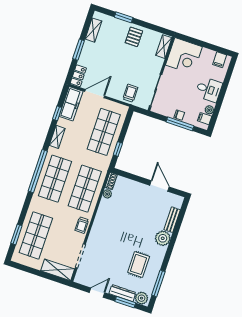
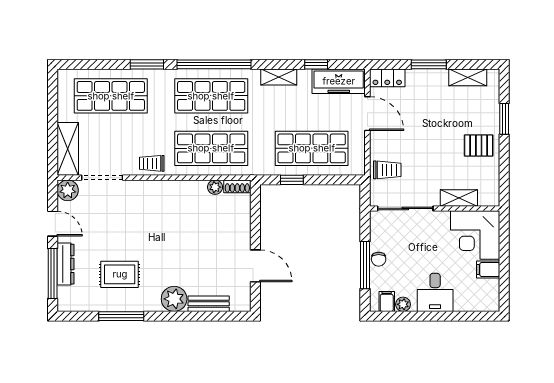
shelving: (164, 47) -> (459, 198), moved
filing cabinet: (220, 60) -> (488, 270), moved
door: (159, 186) -> (255, 266), hinge flipped
window: (16, 235) -> (147, 64), moved
window: (158, 283) -> (121, 316), moved
plant: (142, 298) -> (68, 190), moved
window: (125, 302) -> (53, 273), width x1.44

